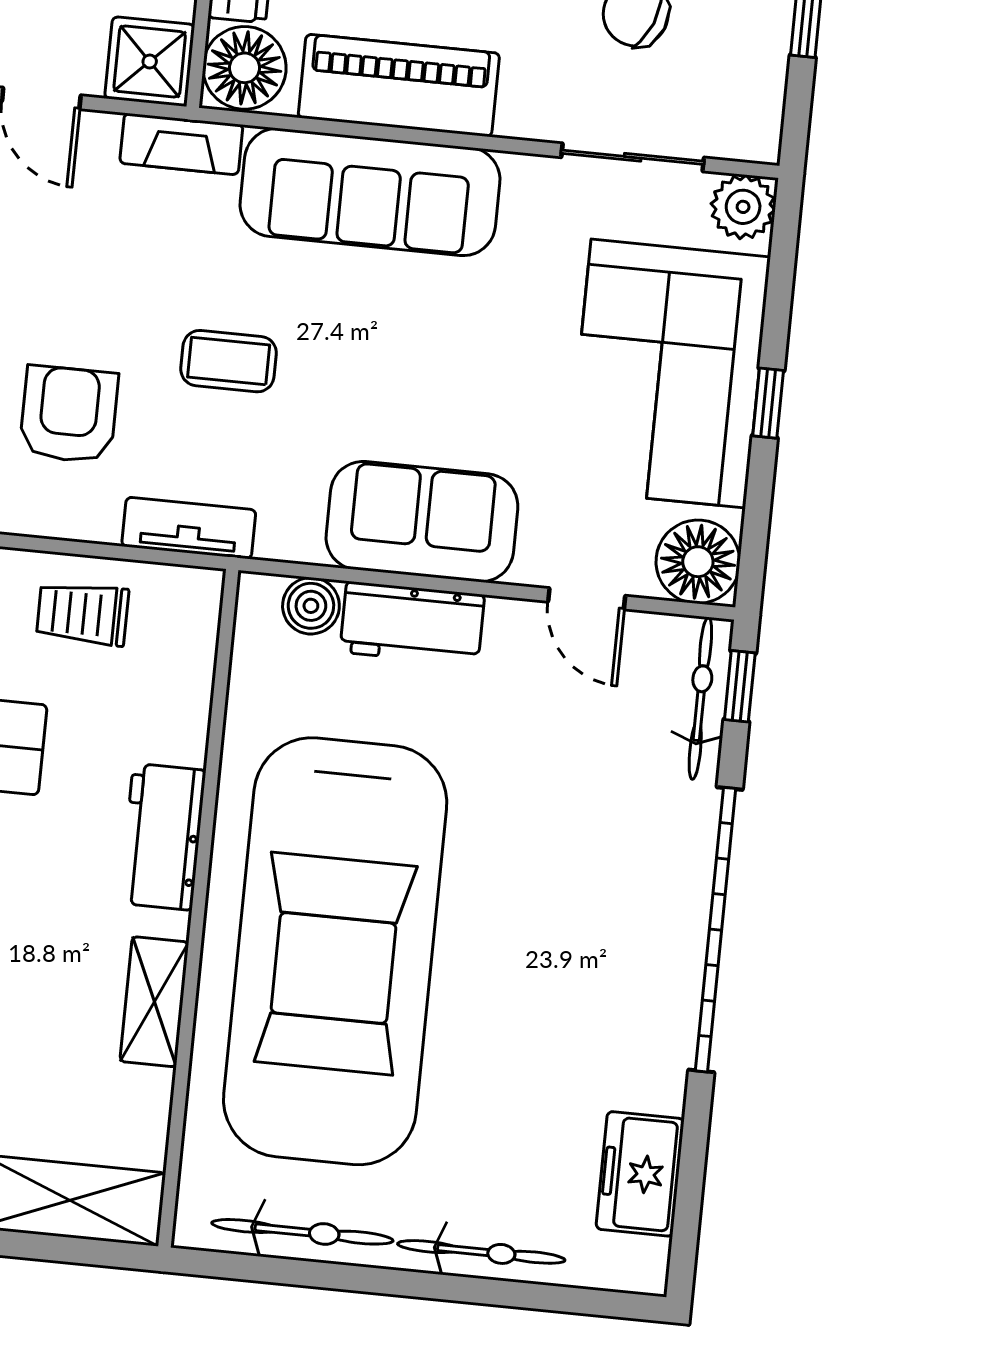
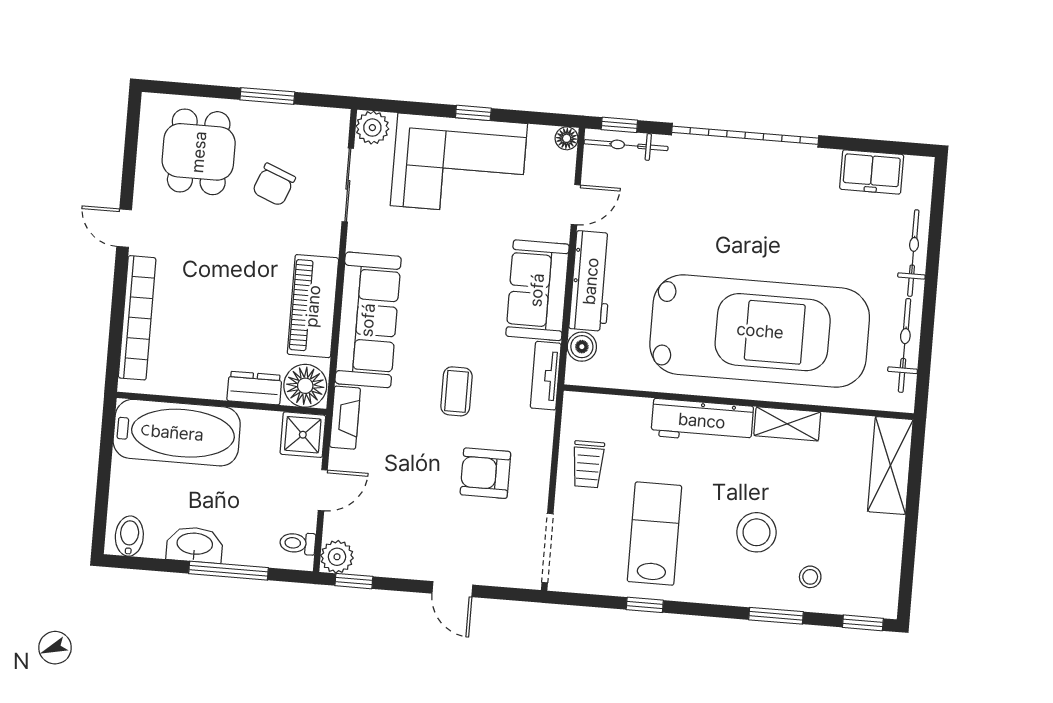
tv unit: (189, 528) -> (546, 376), moved
floor lamp: (698, 562) -> (567, 138), width x0.53, depth x0.53
workbench: (412, 623) -> (591, 281), width x1.38
workbench: (163, 837) -> (702, 421), width x1.38

